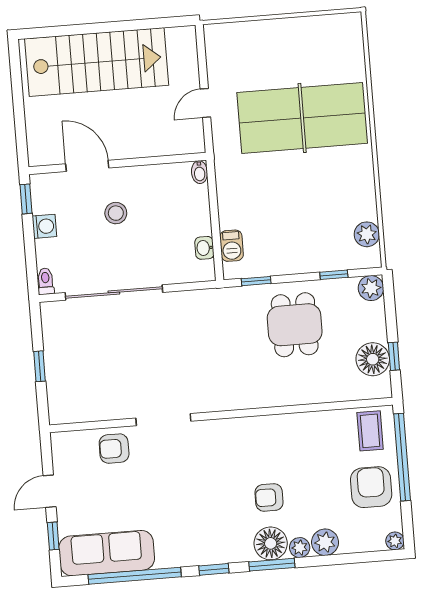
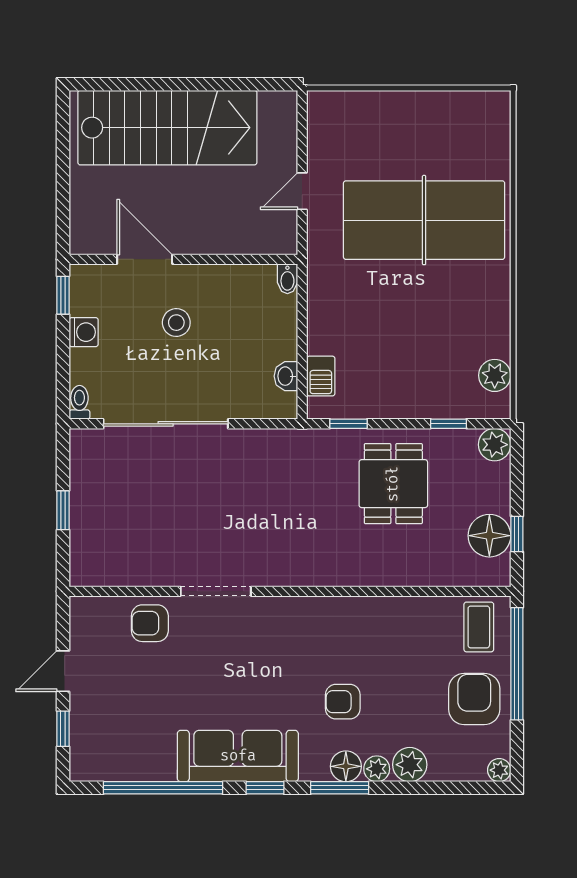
floor lamp: (271, 543) -> (346, 766), width x0.73, depth x0.73
sofa: (107, 553) -> (238, 756), moved

